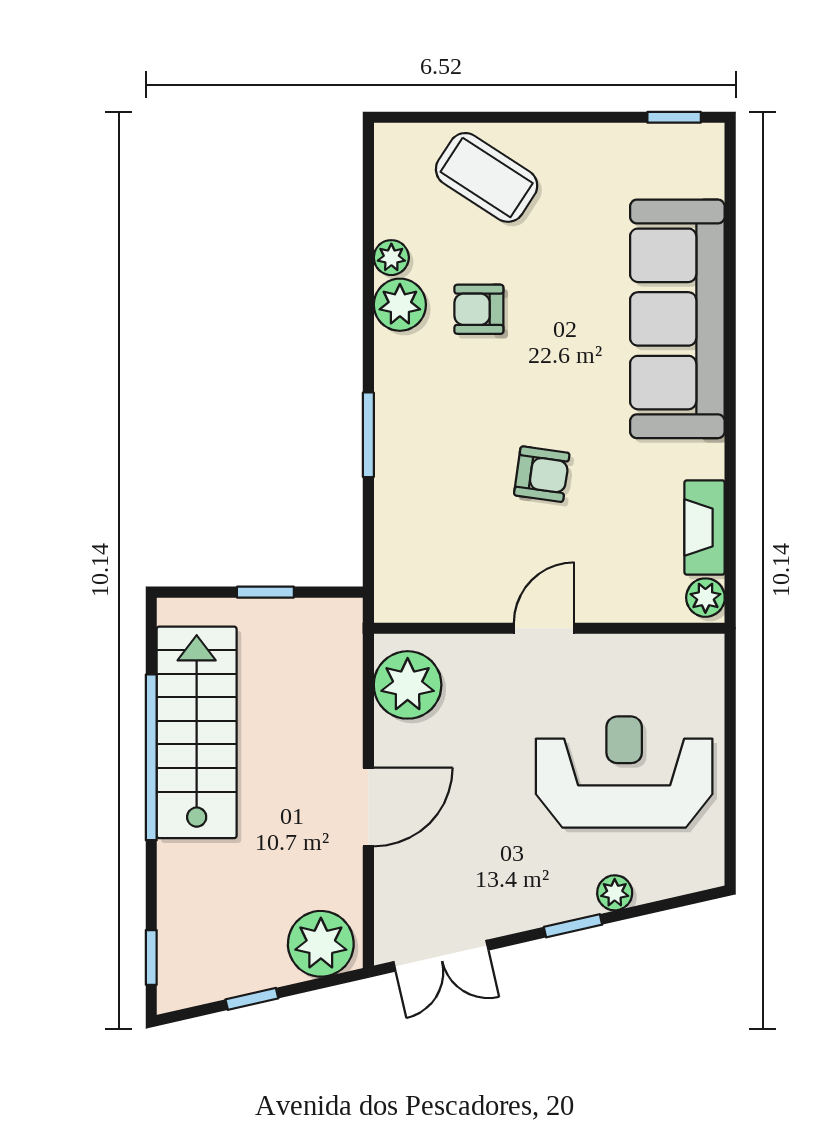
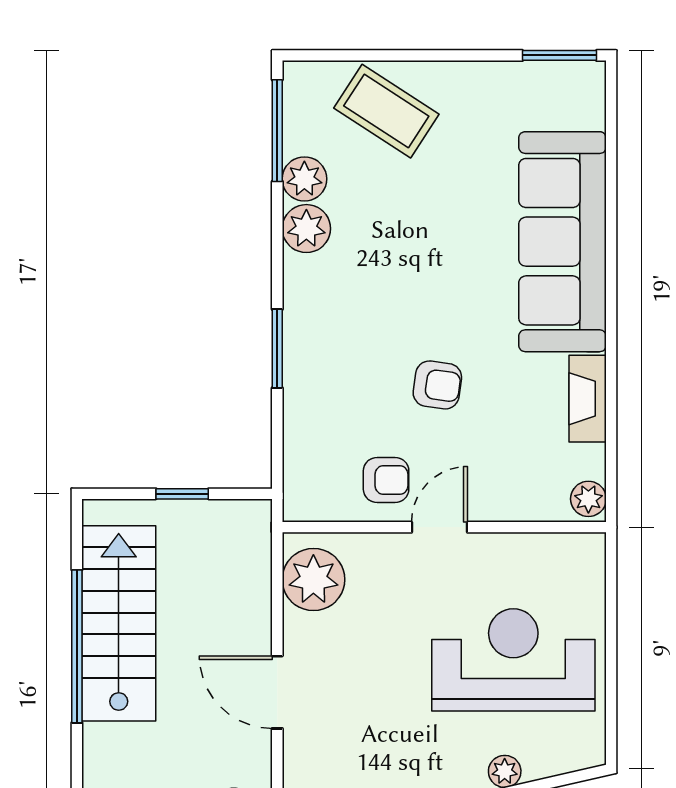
window: (674, 117) -> (560, 55), width x1.50
window: (368, 199) -> (277, 131), added
plant: (391, 258) -> (304, 179), width x1.38, depth x1.38
armchair: (479, 309) -> (386, 480), moved, turned 180
fireplace: (705, 527) -> (588, 399), moved
door: (368, 807) -> (277, 692), swing flipped

